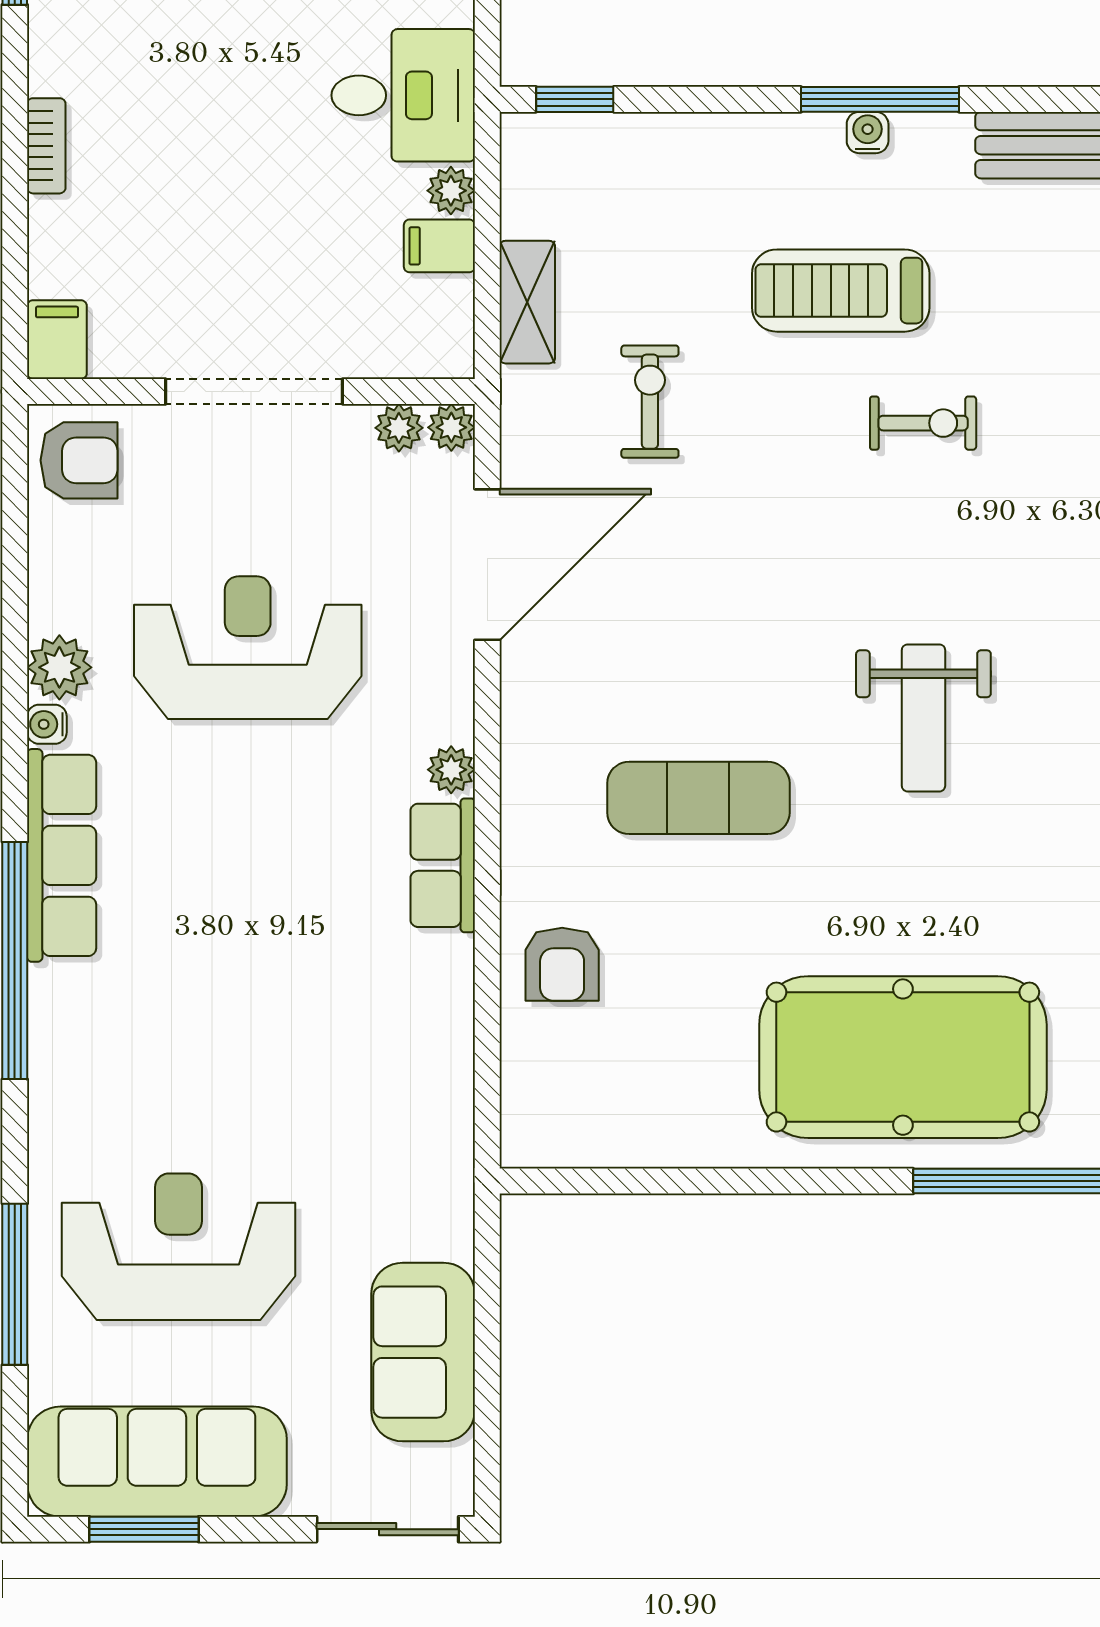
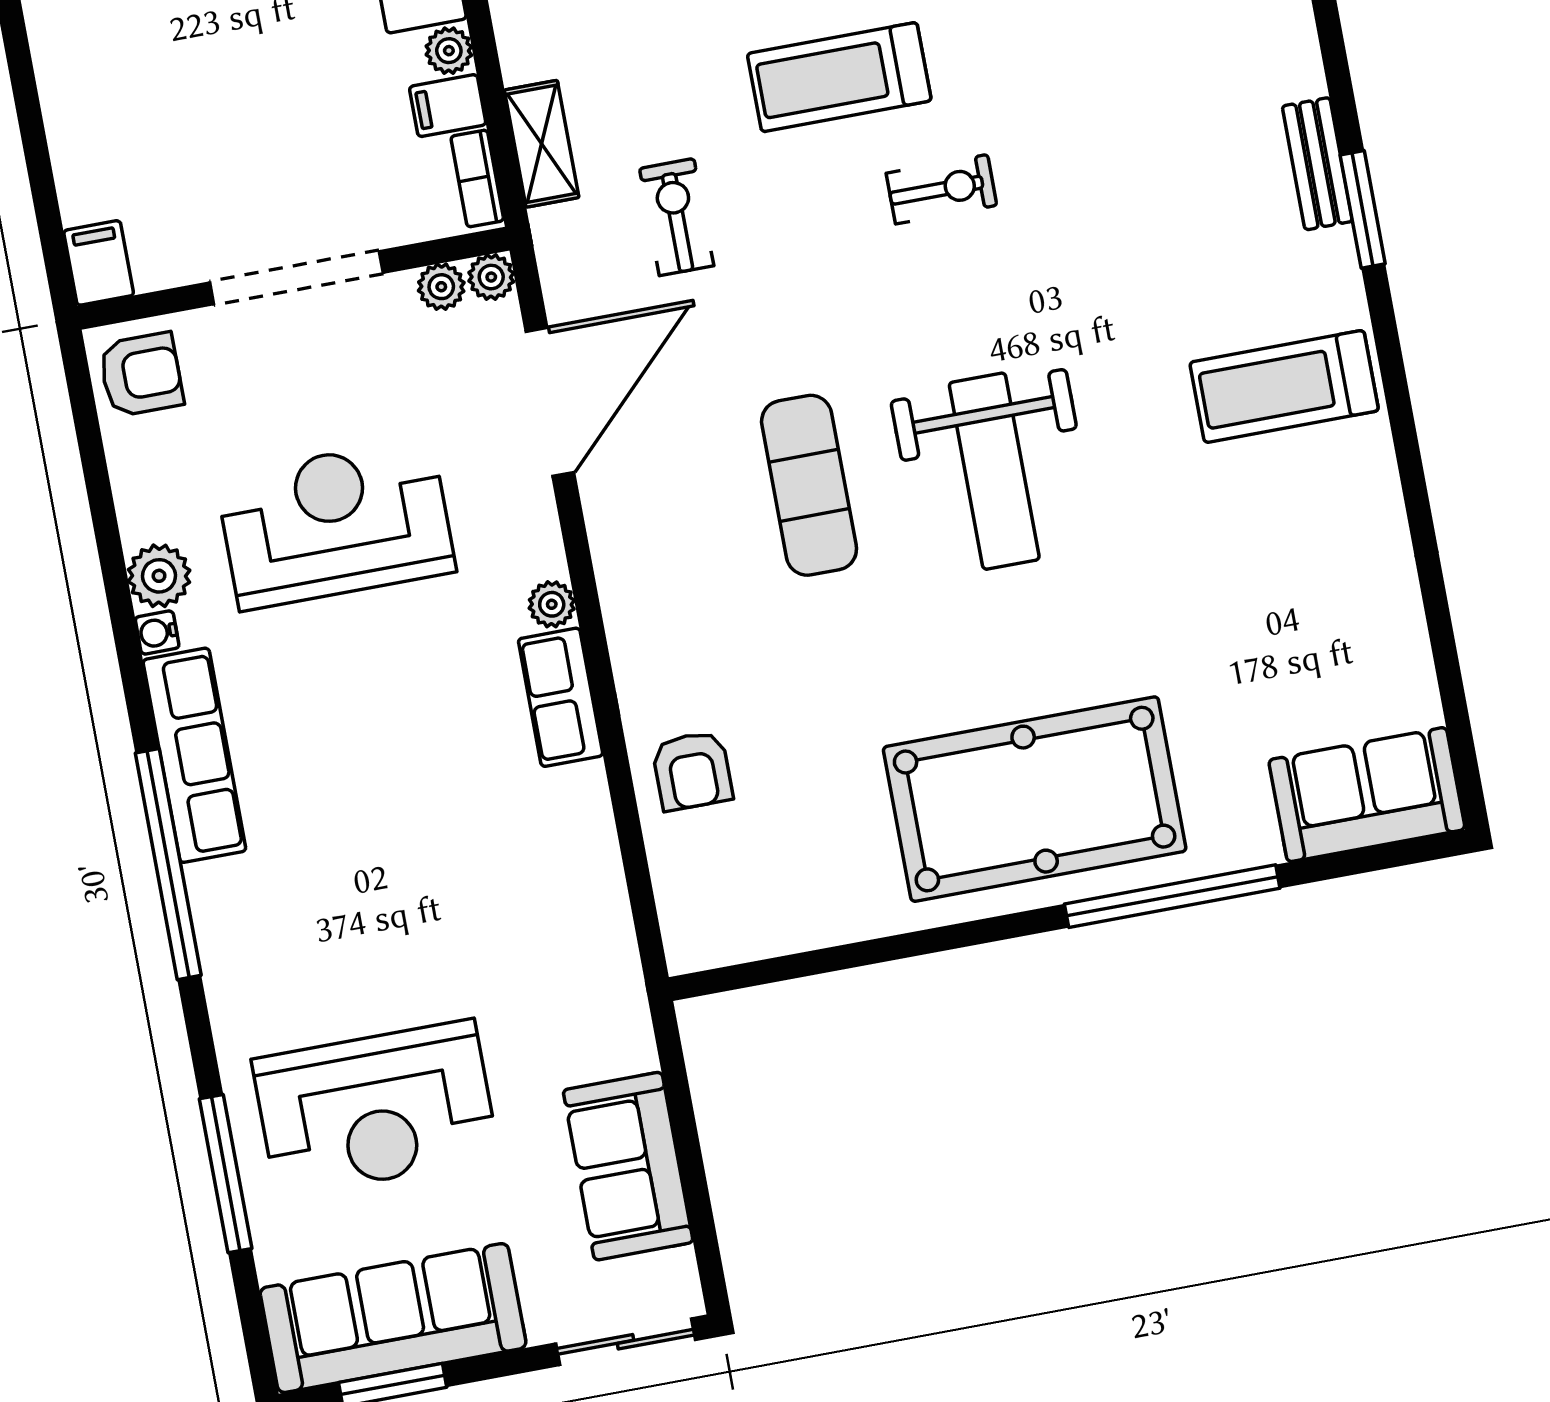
bookcase: (46, 146) -> (477, 178), moved, turned 180
weight bench: (923, 718) -> (994, 471), width x1.36, depth x1.33
exercise mat: (698, 798) -> (809, 485), moved, turned 90
reception desk: (178, 1247) -> (376, 1109), turned 180

